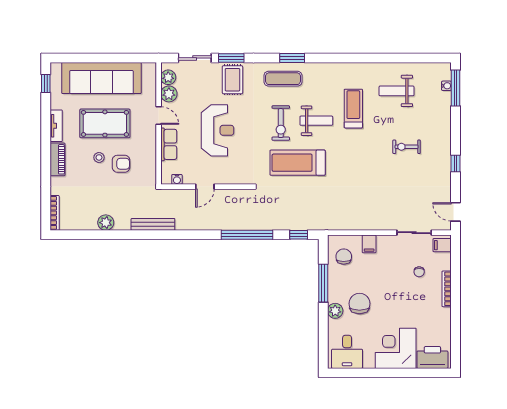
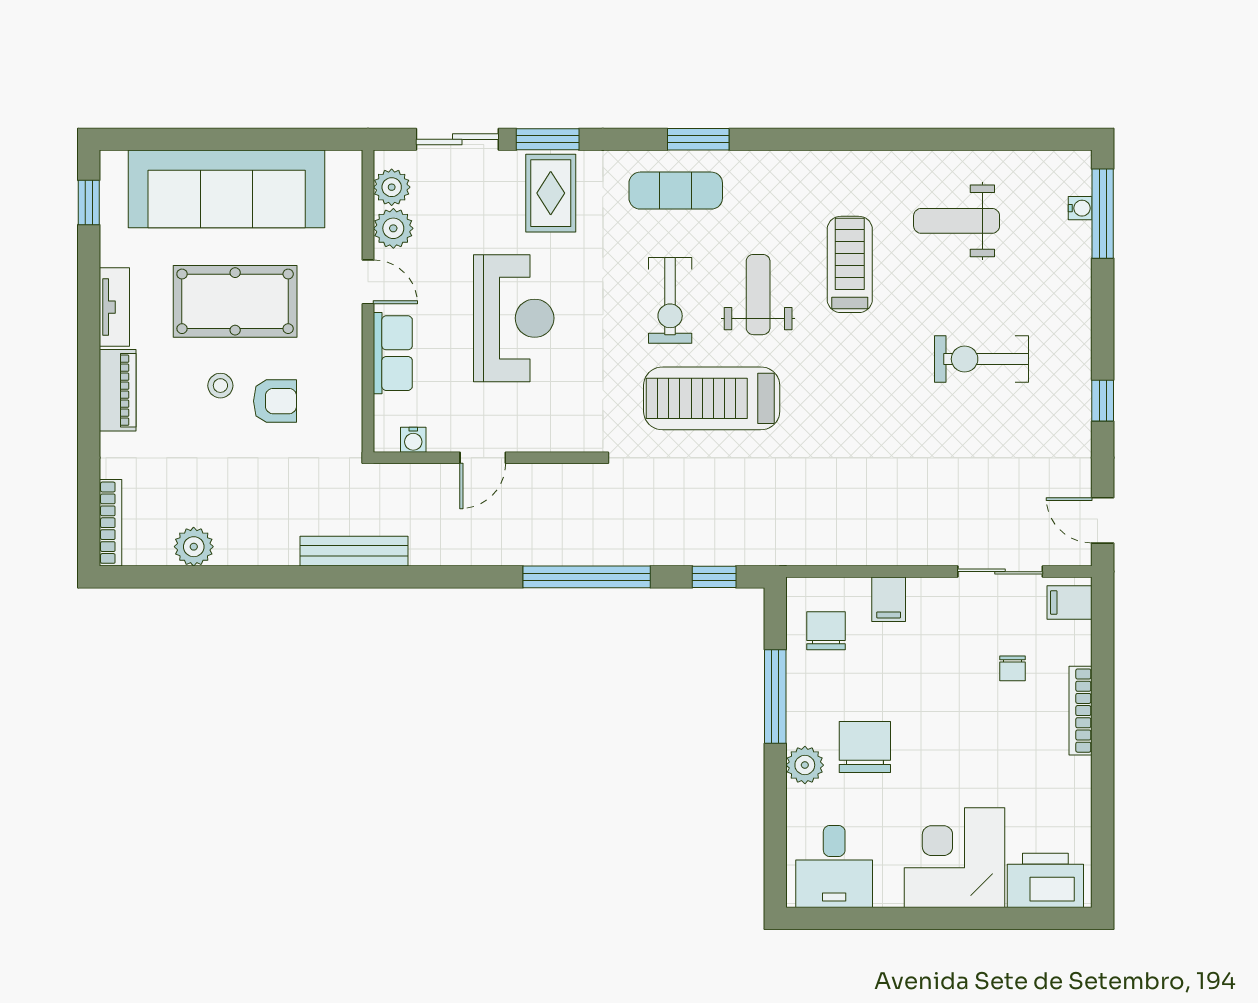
weight bench: (316, 121) -> (758, 295), turned -90
exercise bike: (407, 147) -> (981, 359), width x1.38, depth x1.39
plant: (106, 223) -> (194, 547), moved

